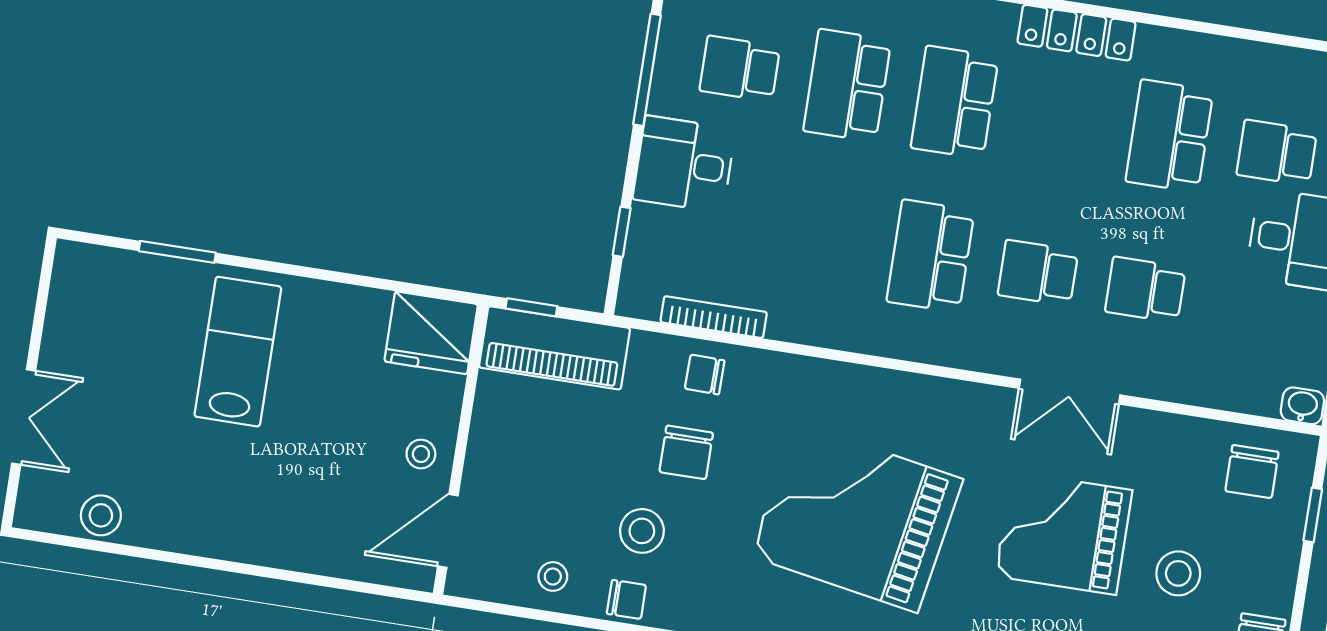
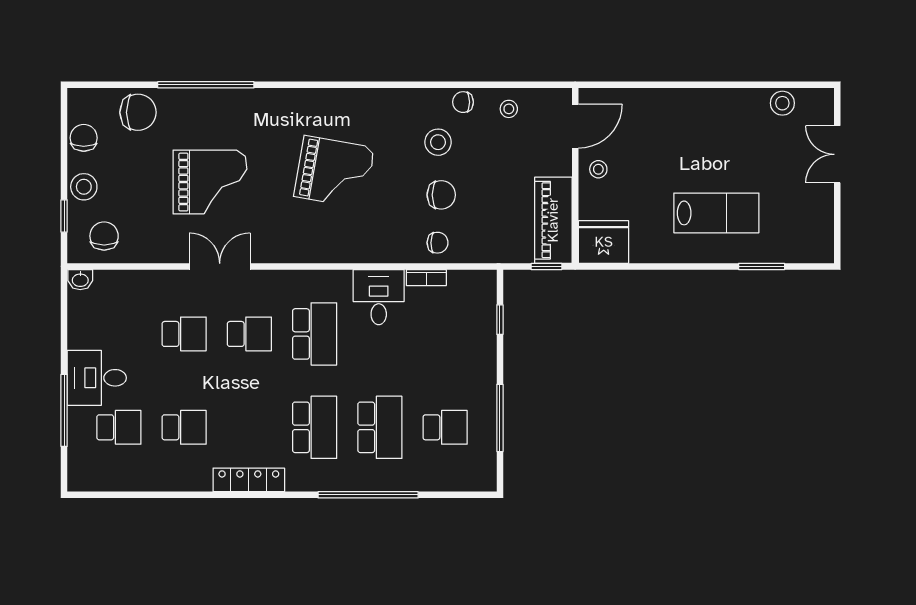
school desk: (1169, 136) -> (184, 427), width x0.54
desk: (684, 164) -> (379, 297), moved, turned -90
bookcase: (714, 317) -> (426, 278), width x0.64
piano: (555, 348) -> (553, 220), moved, turned -90
lab bench: (238, 352) -> (716, 213), turned -90
chair: (686, 452) -> (441, 195), turned 90
grand piano: (857, 518) -> (334, 172), width x0.73, depth x0.68
stool: (642, 531) -> (438, 142), moved
stool: (1178, 573) -> (84, 187), moved

